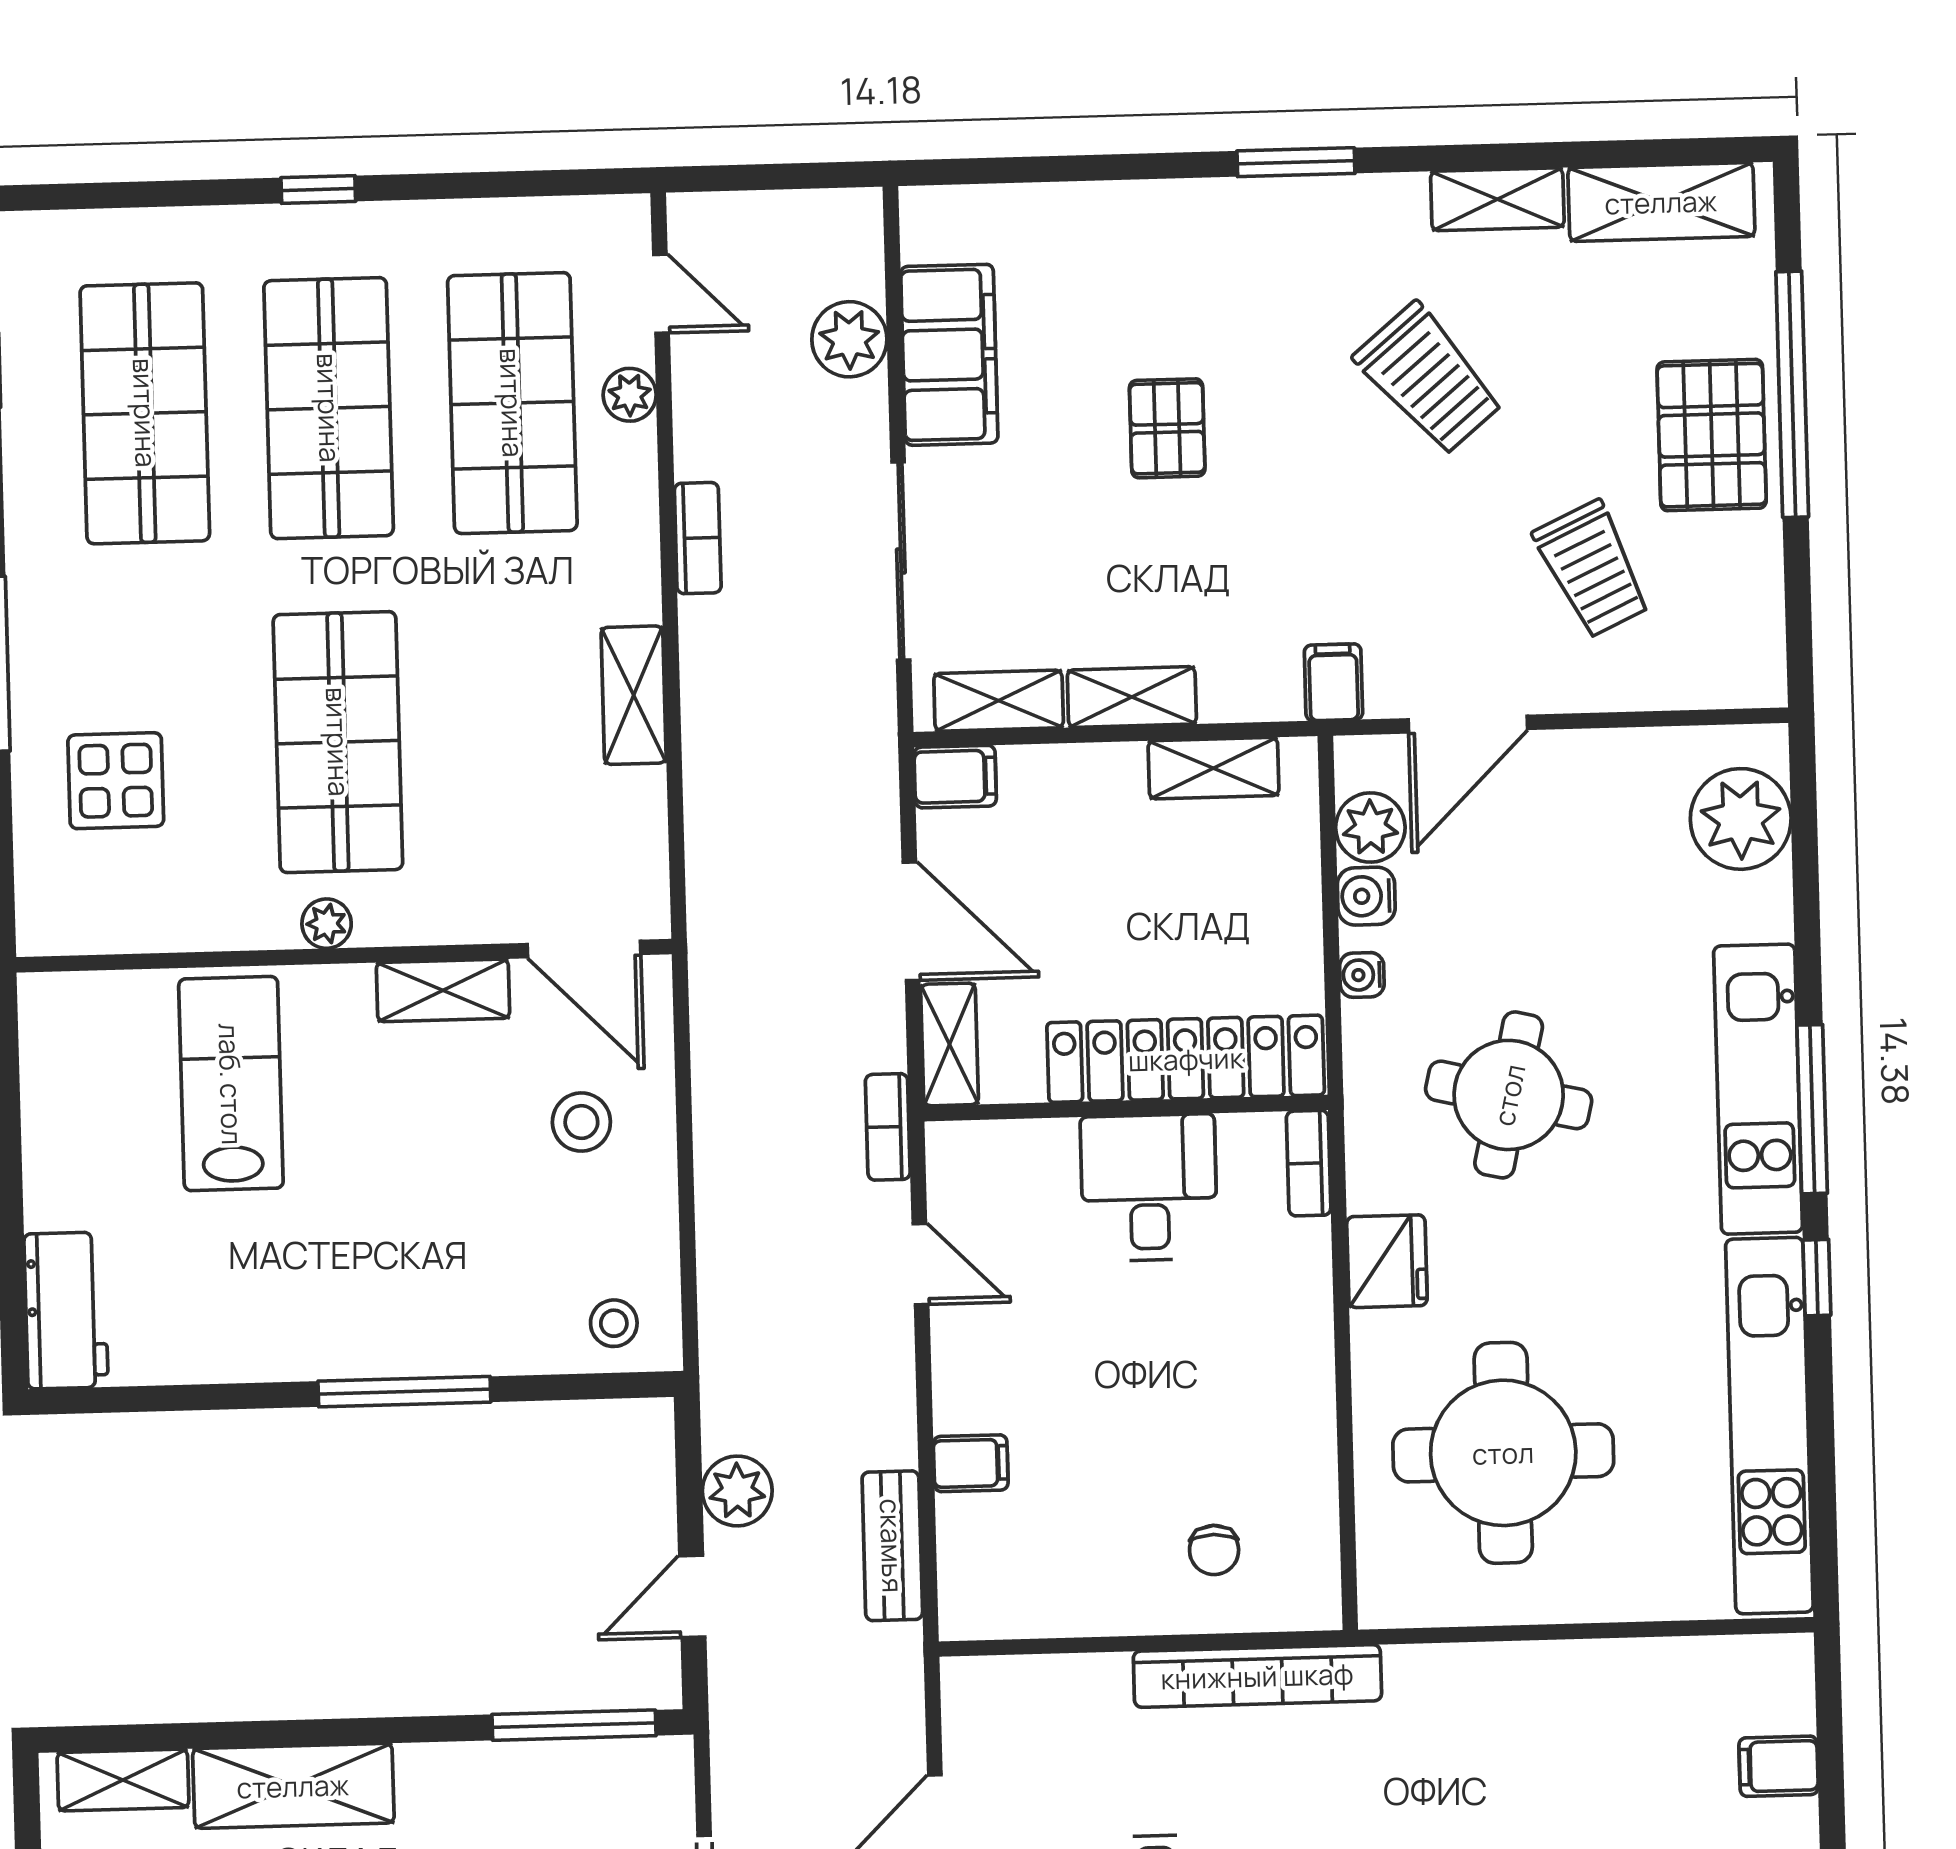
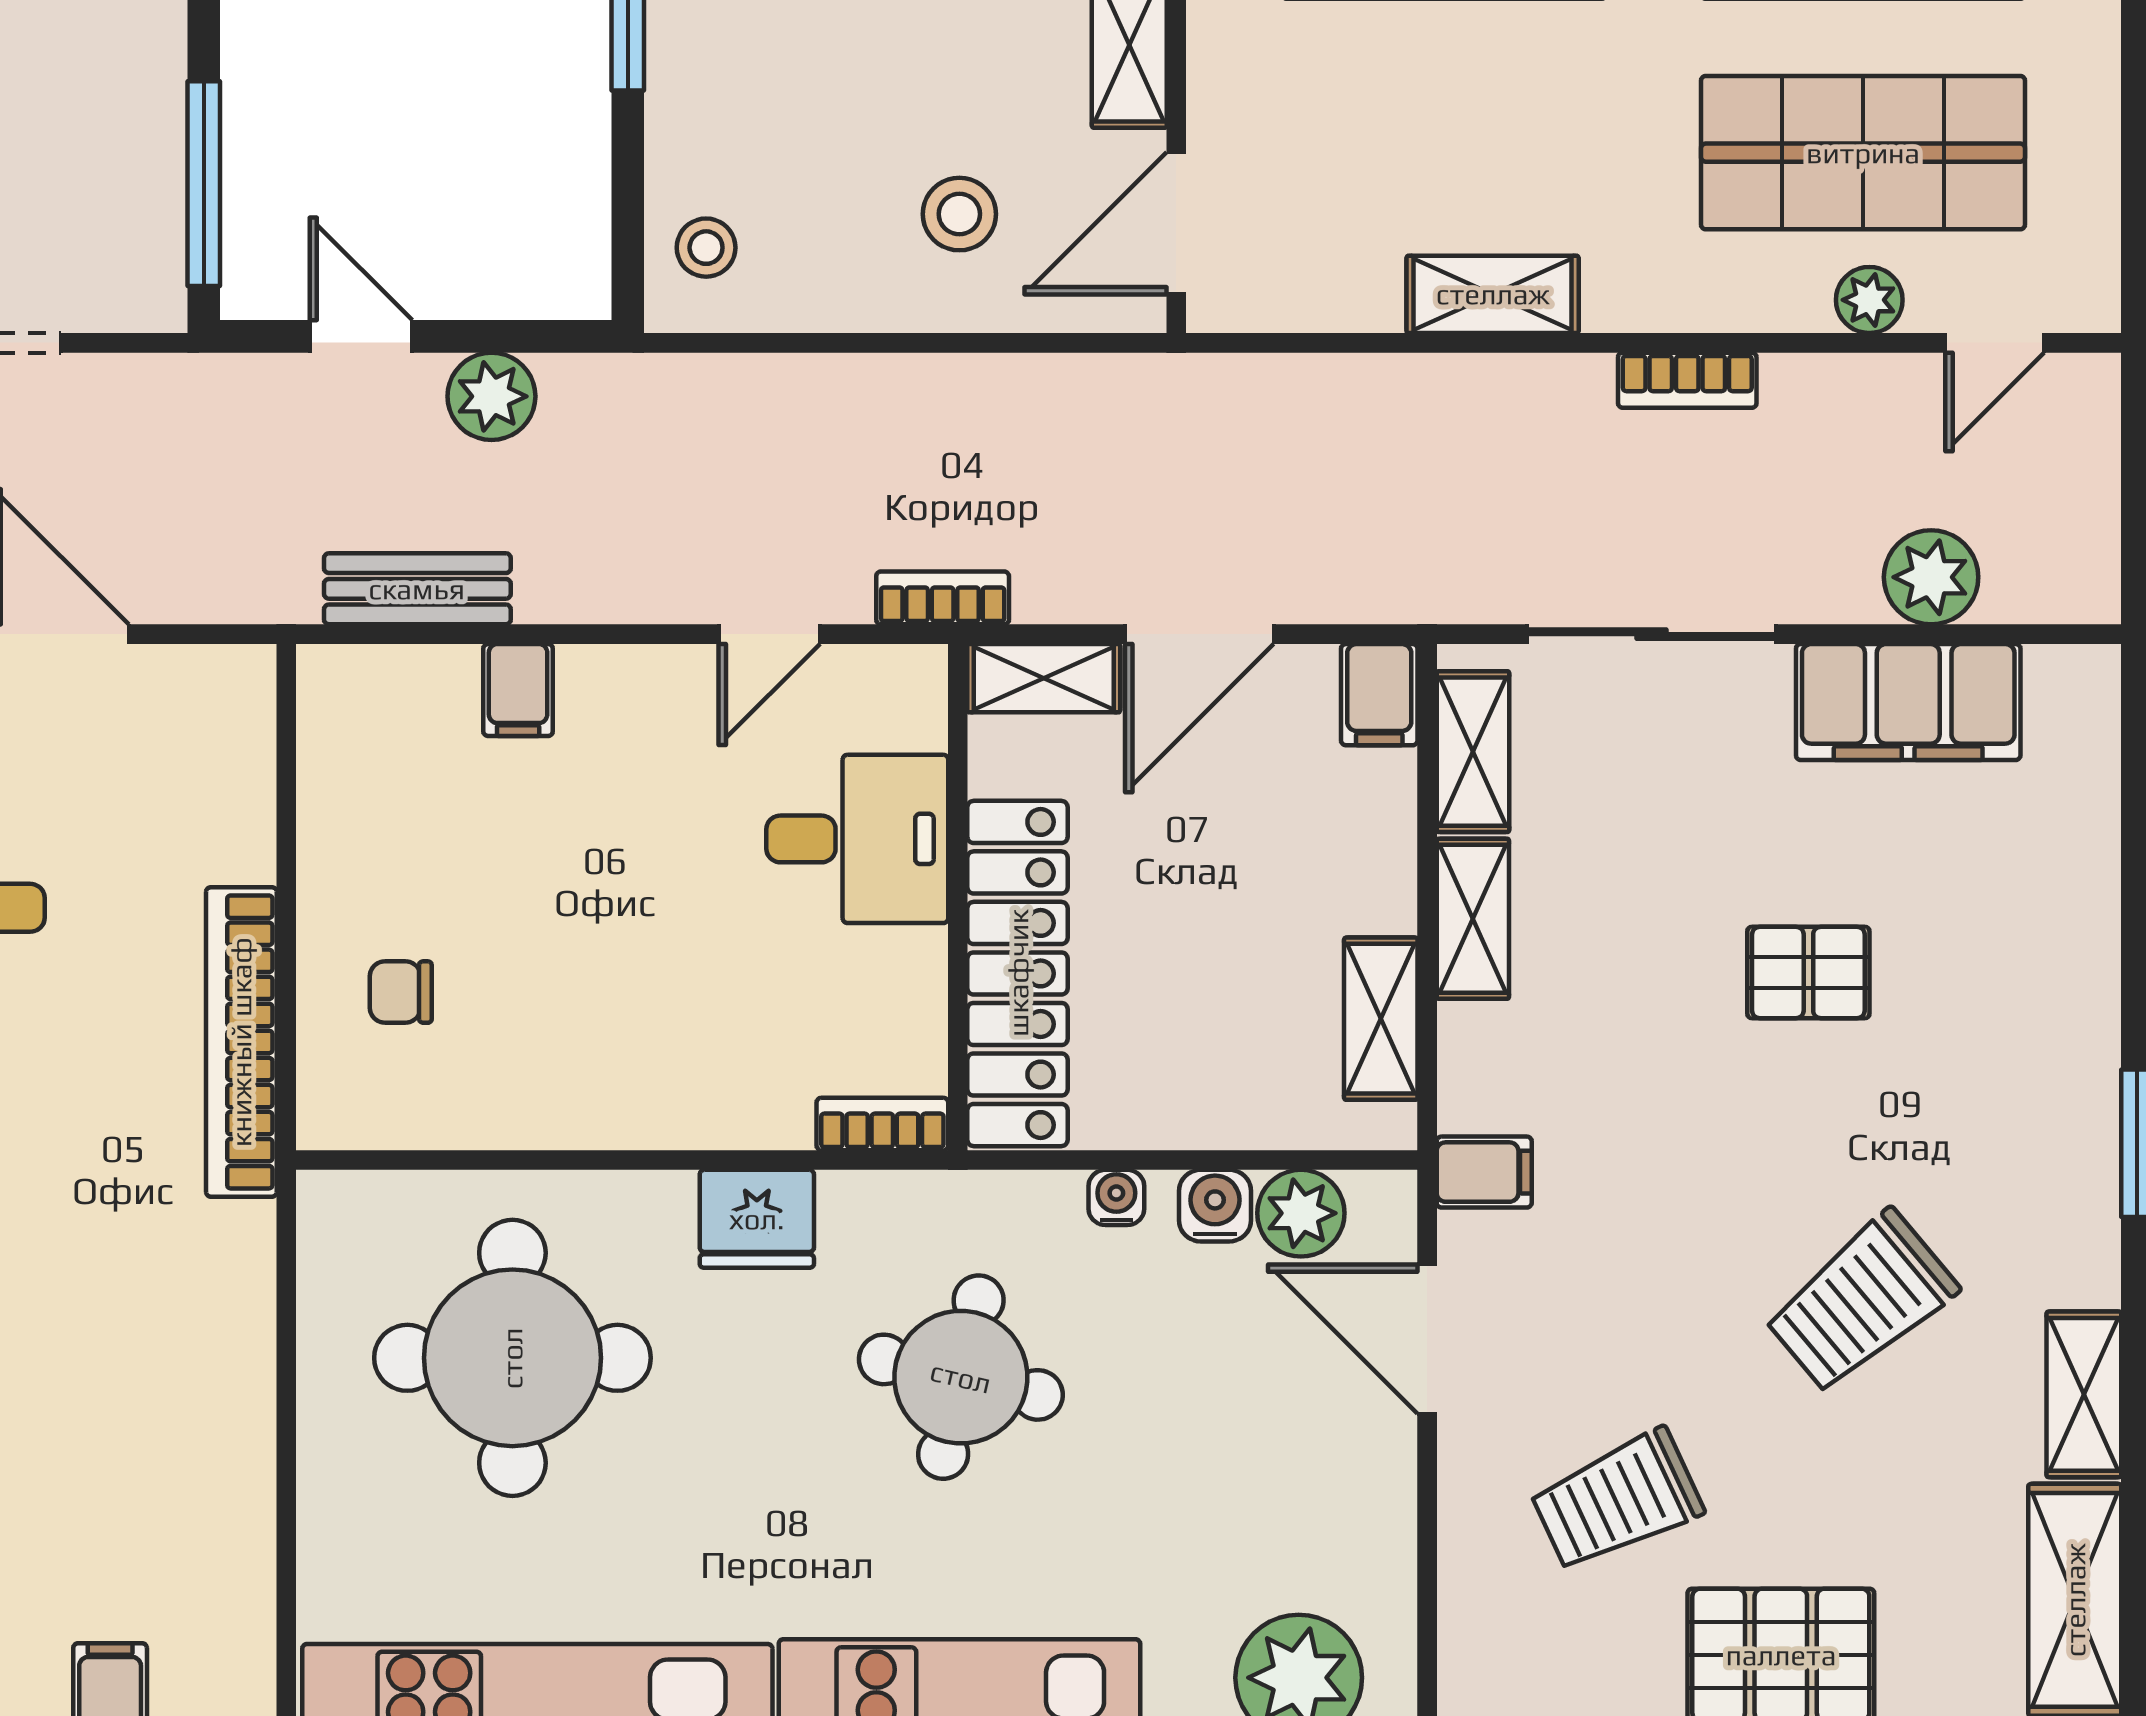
desk: (1149, 1188) -> (857, 839), moved

